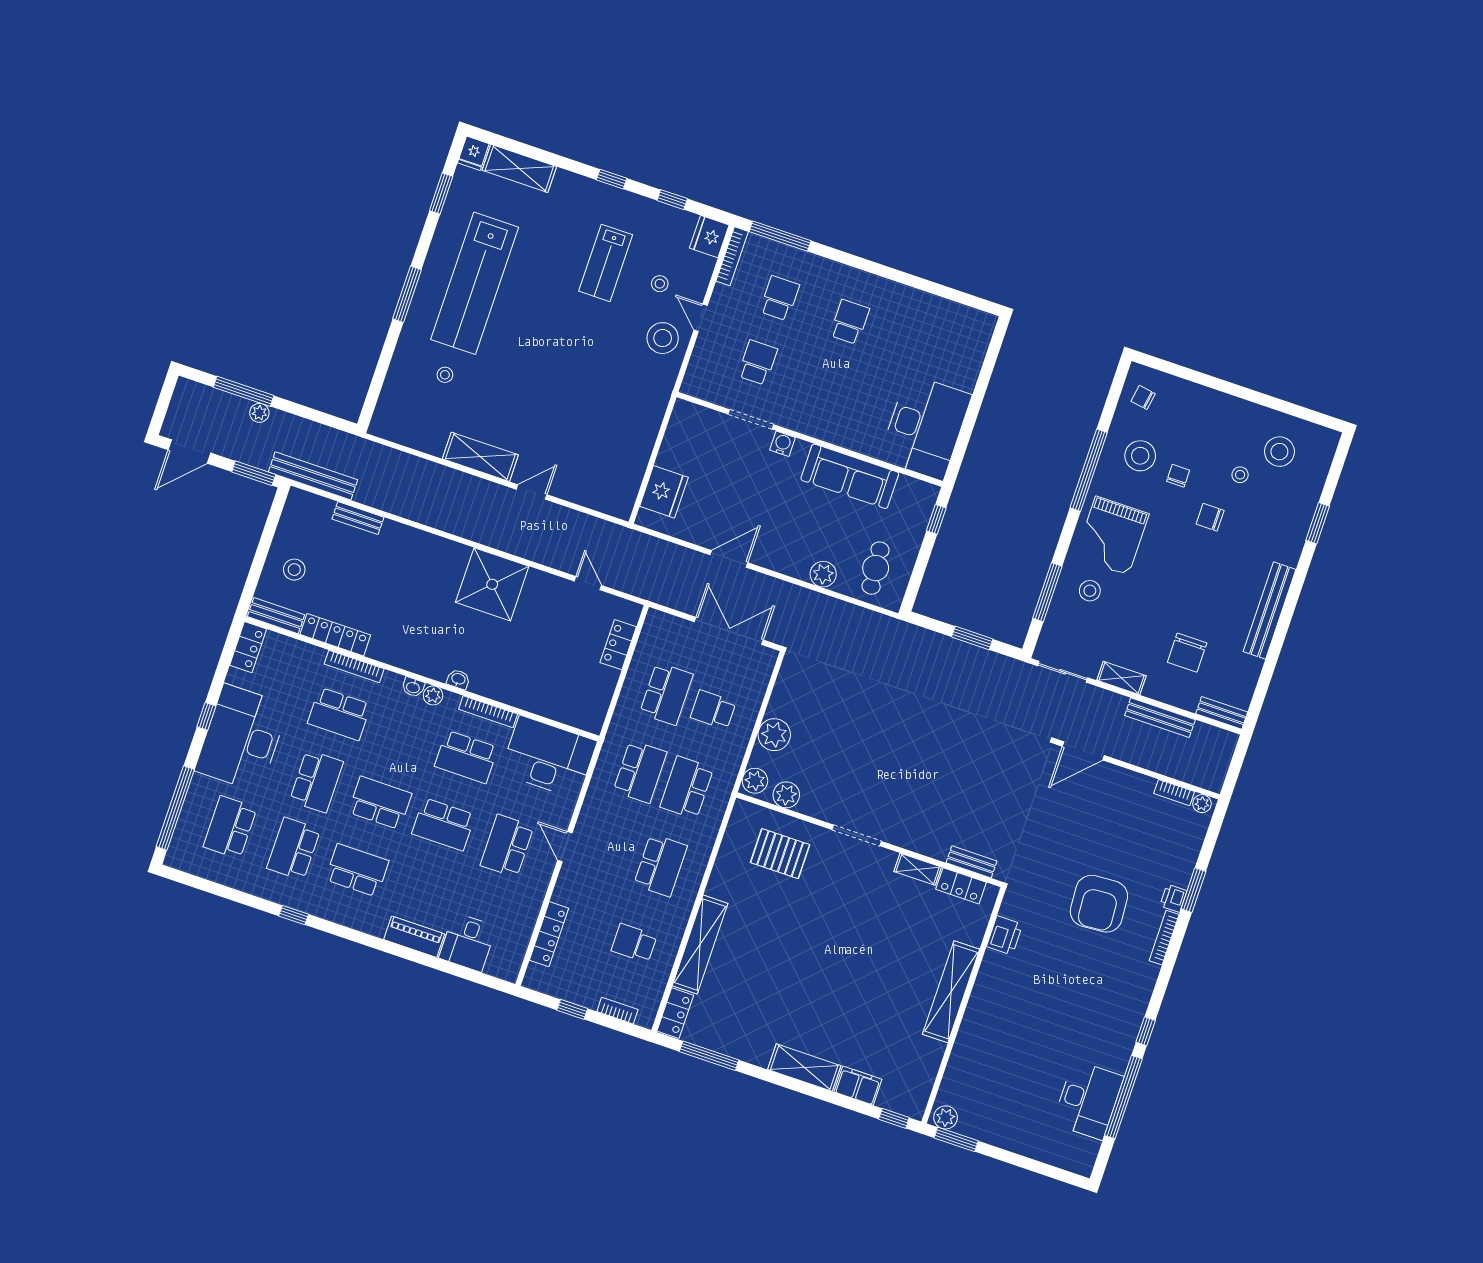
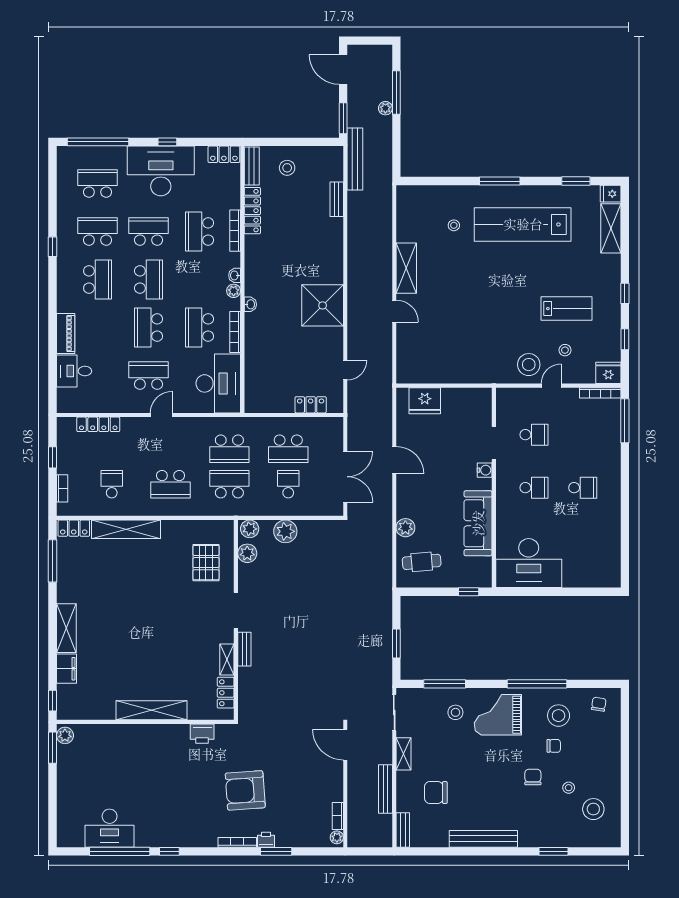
lab bench: (606, 263) -> (567, 309), turned 180
school desk: (780, 298) -> (534, 488), moved
school desk: (316, 781) -> (149, 231), turned 180
bench: (971, 862) -> (244, 649), moved

